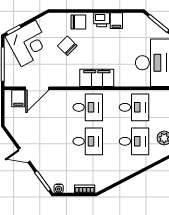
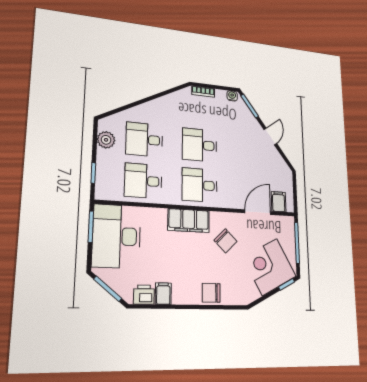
printer: (102, 20) -> (144, 295), moved
chair: (67, 46) -> (225, 241), moved
door: (24, 155) -> (270, 136), hinge flipped

